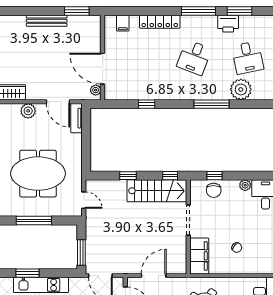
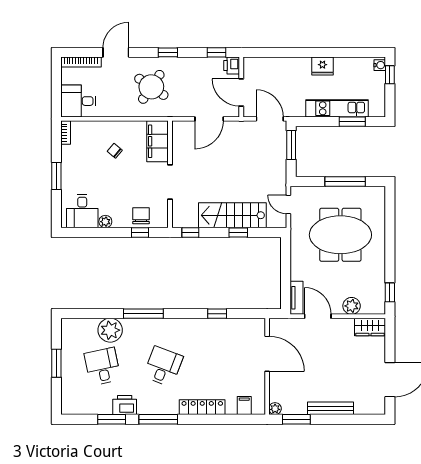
plant: (96, 90) -> (275, 409), moved
stairs: (157, 191) -> (232, 215), moved

